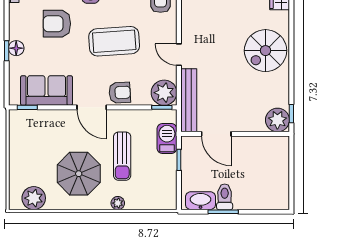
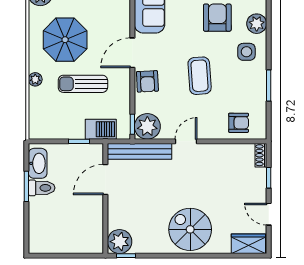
coffee table: (114, 41) -> (200, 76), width x0.73, depth x0.76

